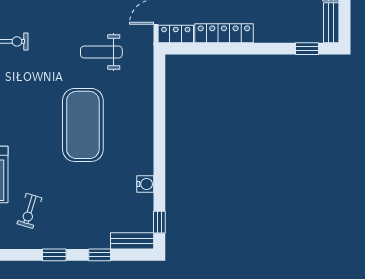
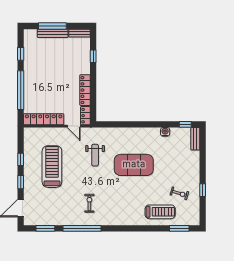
window: (307, 49) -> (93, 56), moved
window: (54, 255) -> (203, 190), moved
window: (100, 255) -> (203, 156), removed

